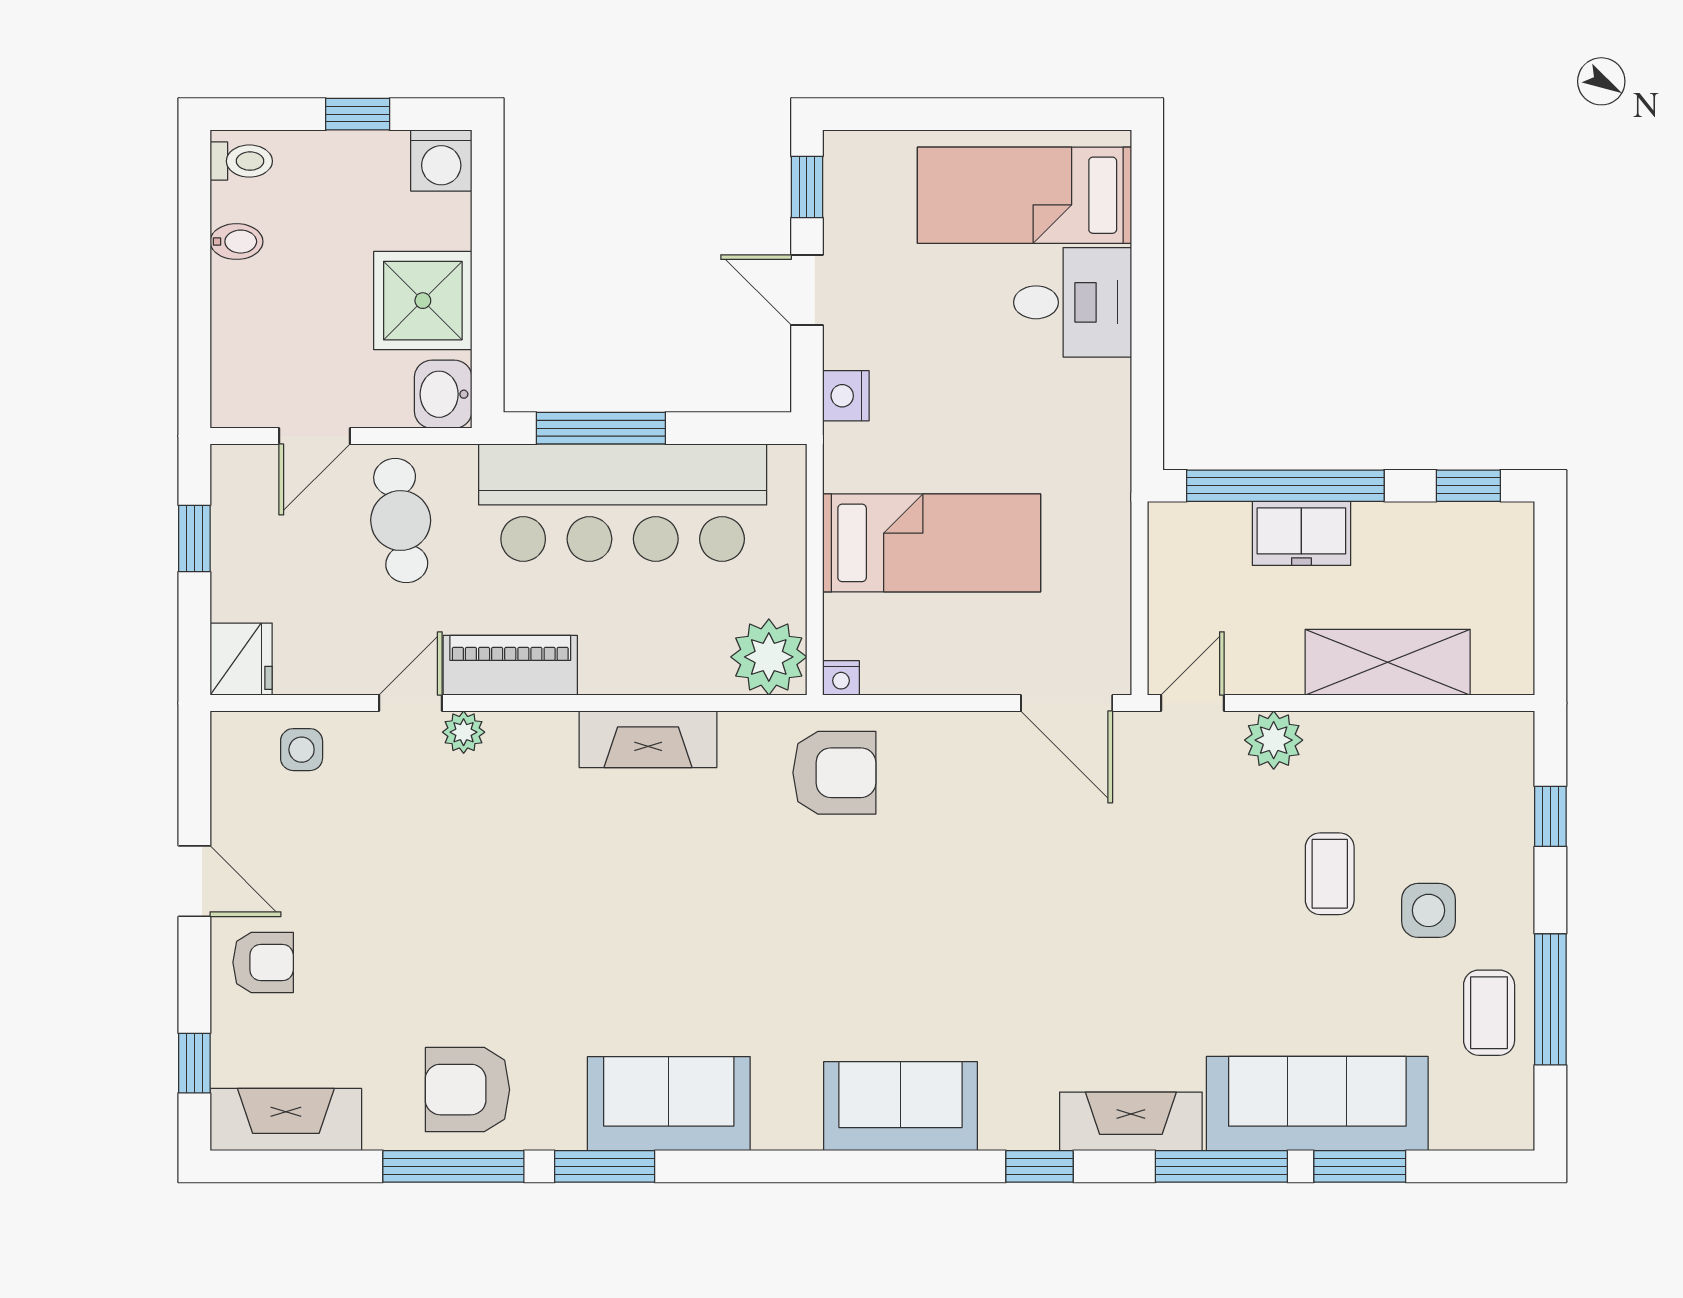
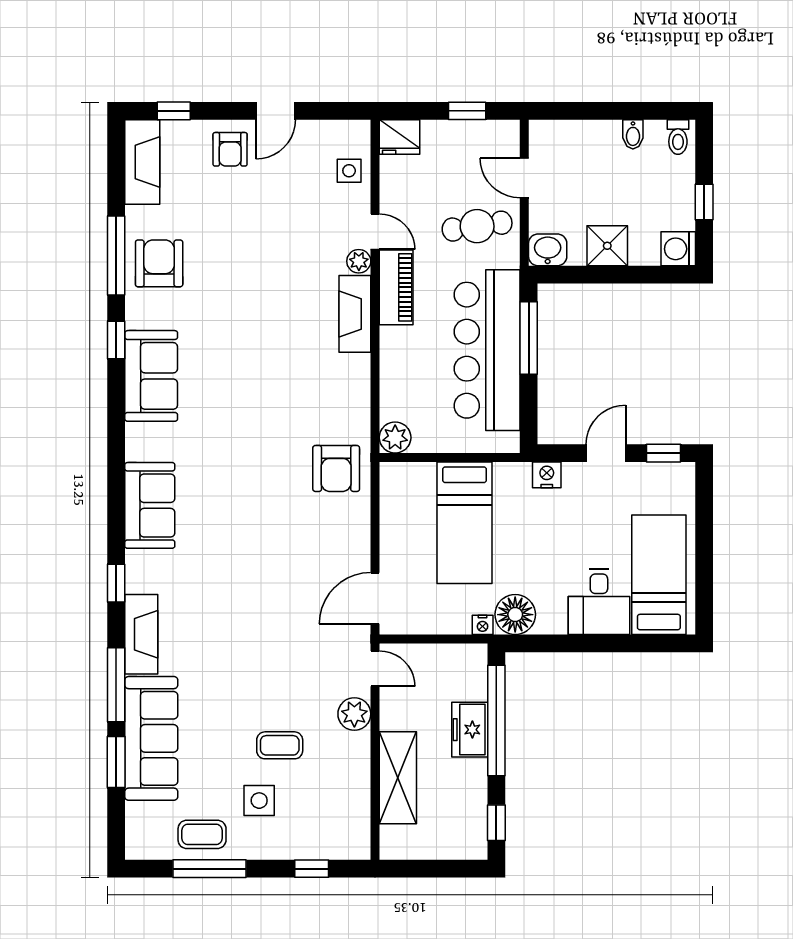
shower: (423, 301) -> (607, 246), width x0.73, depth x0.73
floor lamp: (1096, 452) -> (515, 615), added
plant: (769, 657) -> (395, 438), width x0.73, depth x0.73
nightstand: (841, 678) -> (483, 625), moved, turned -90
fireplace: (648, 739) -> (355, 314), moved
window: (605, 1166) -> (116, 340), width x0.67

